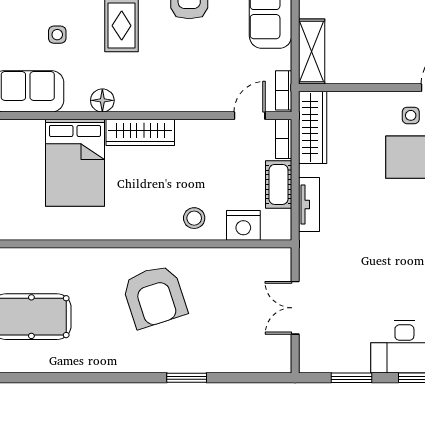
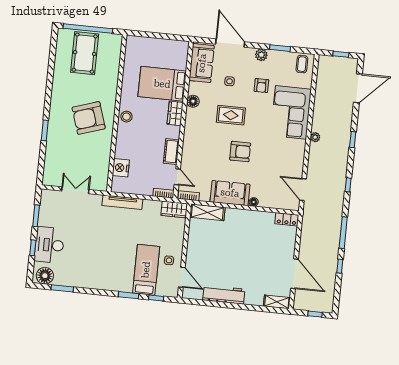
wardrobe: (313, 127) -> (174, 209), width x0.67
wardrobe: (140, 132) -> (175, 113), width x0.67
cot: (279, 184) -> (171, 152), moved, turned 90
tv unit: (309, 205) -> (122, 202), width x1.41
stool: (194, 218) -> (126, 117), moved

